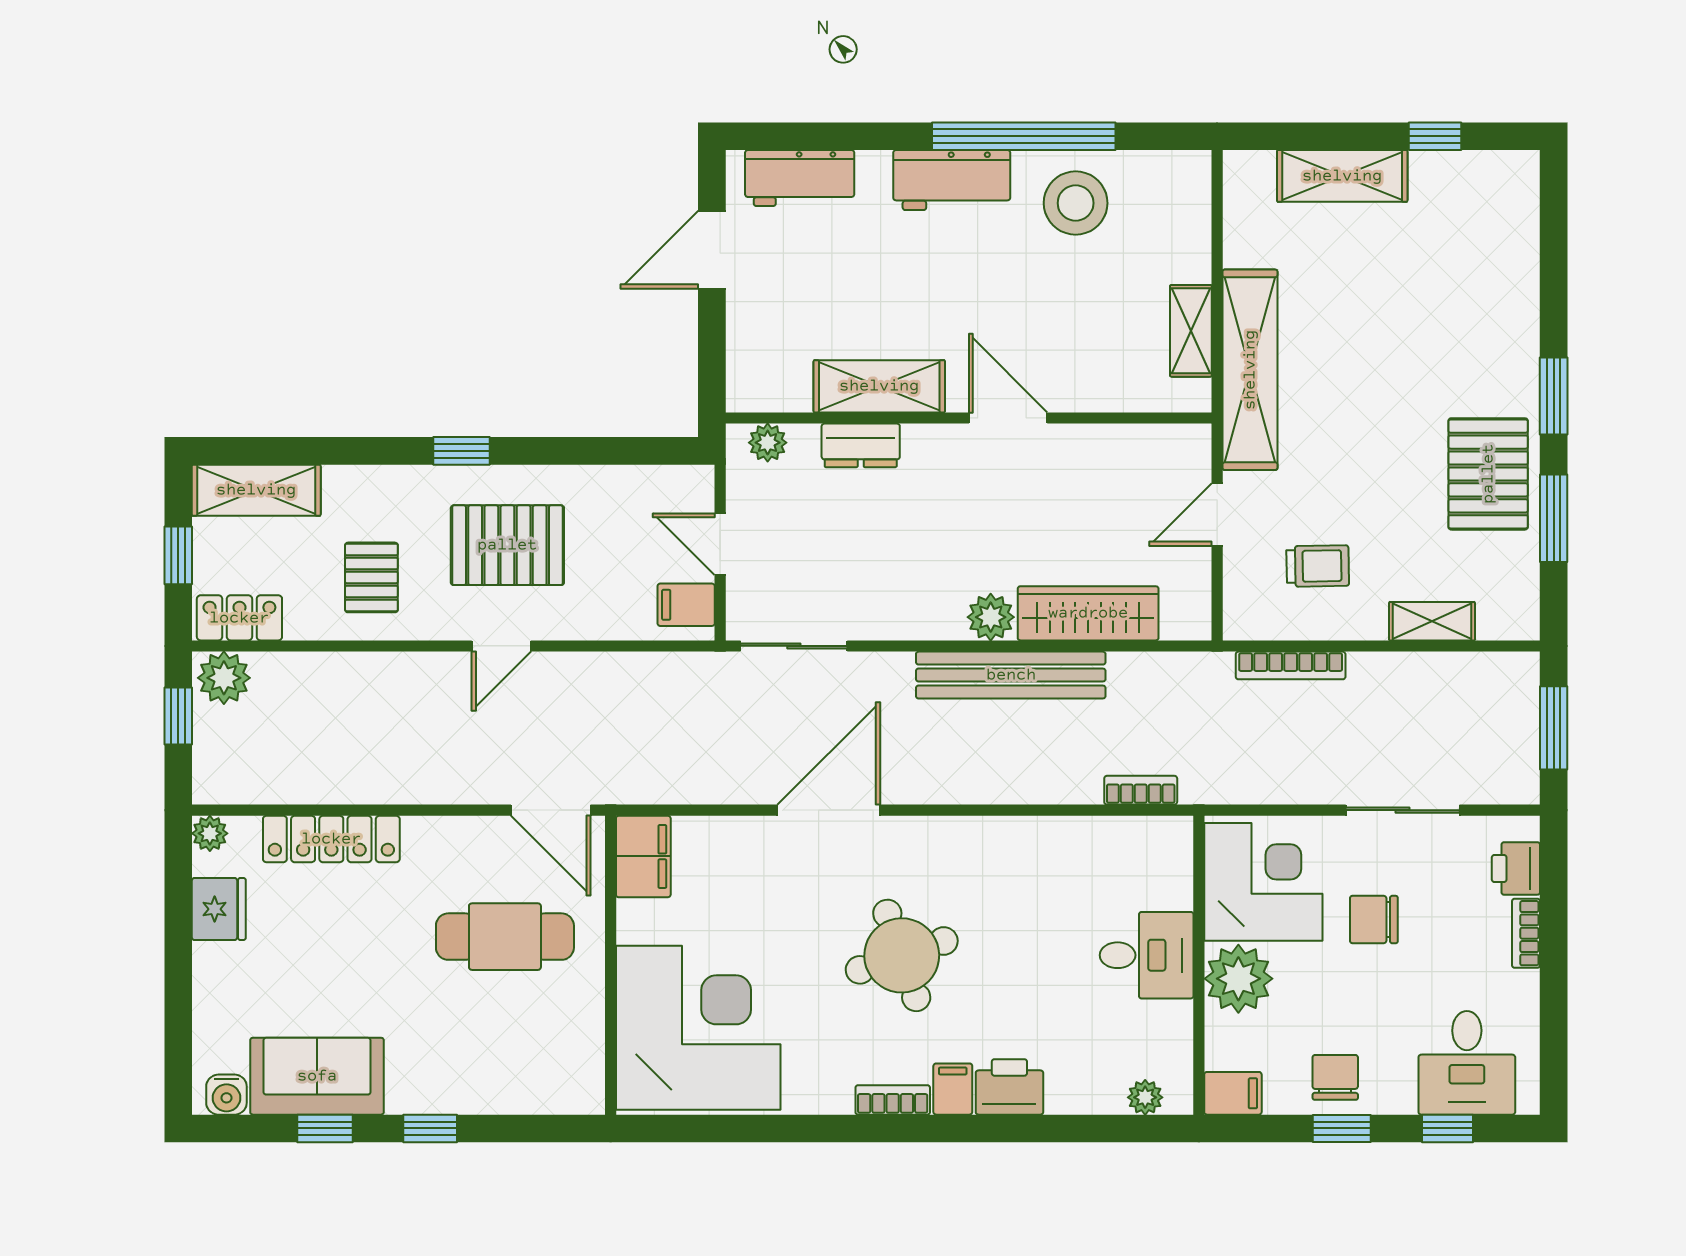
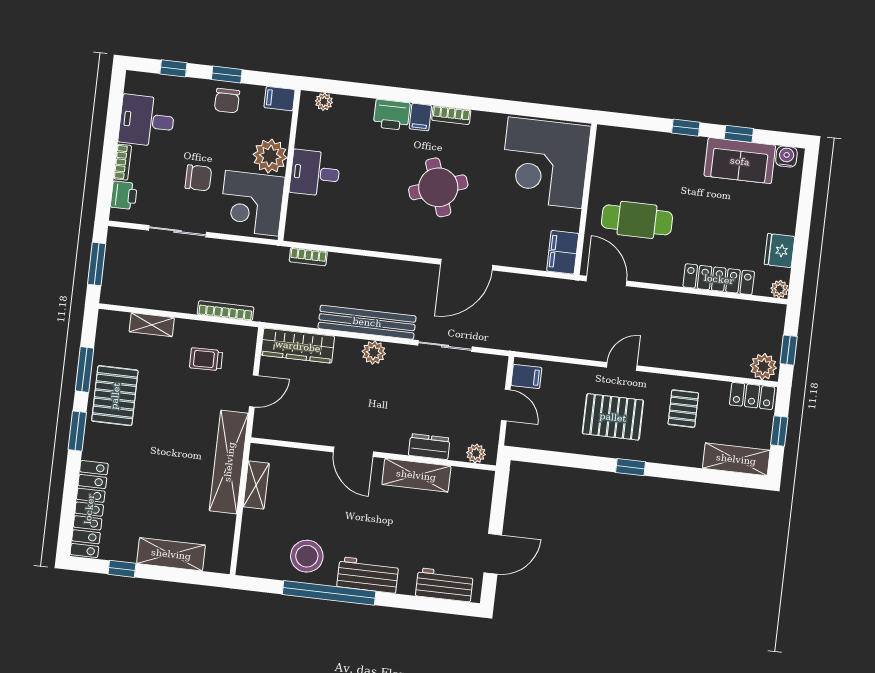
locker: (1513, 246) -> (89, 509), added
wardrobe: (1088, 613) -> (298, 346), moved
sliding door: (794, 646) -> (445, 346), moved
desk: (1467, 1063) -> (147, 121), moved, turned -90

